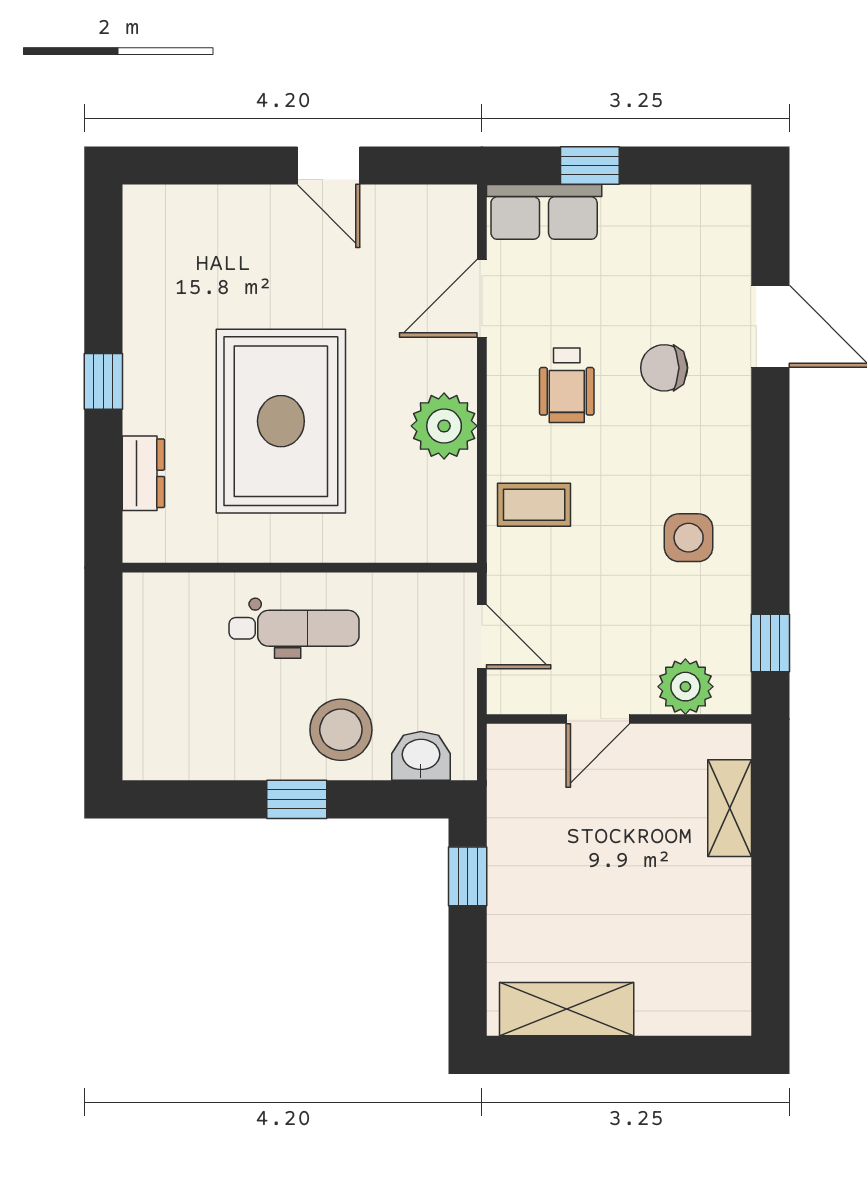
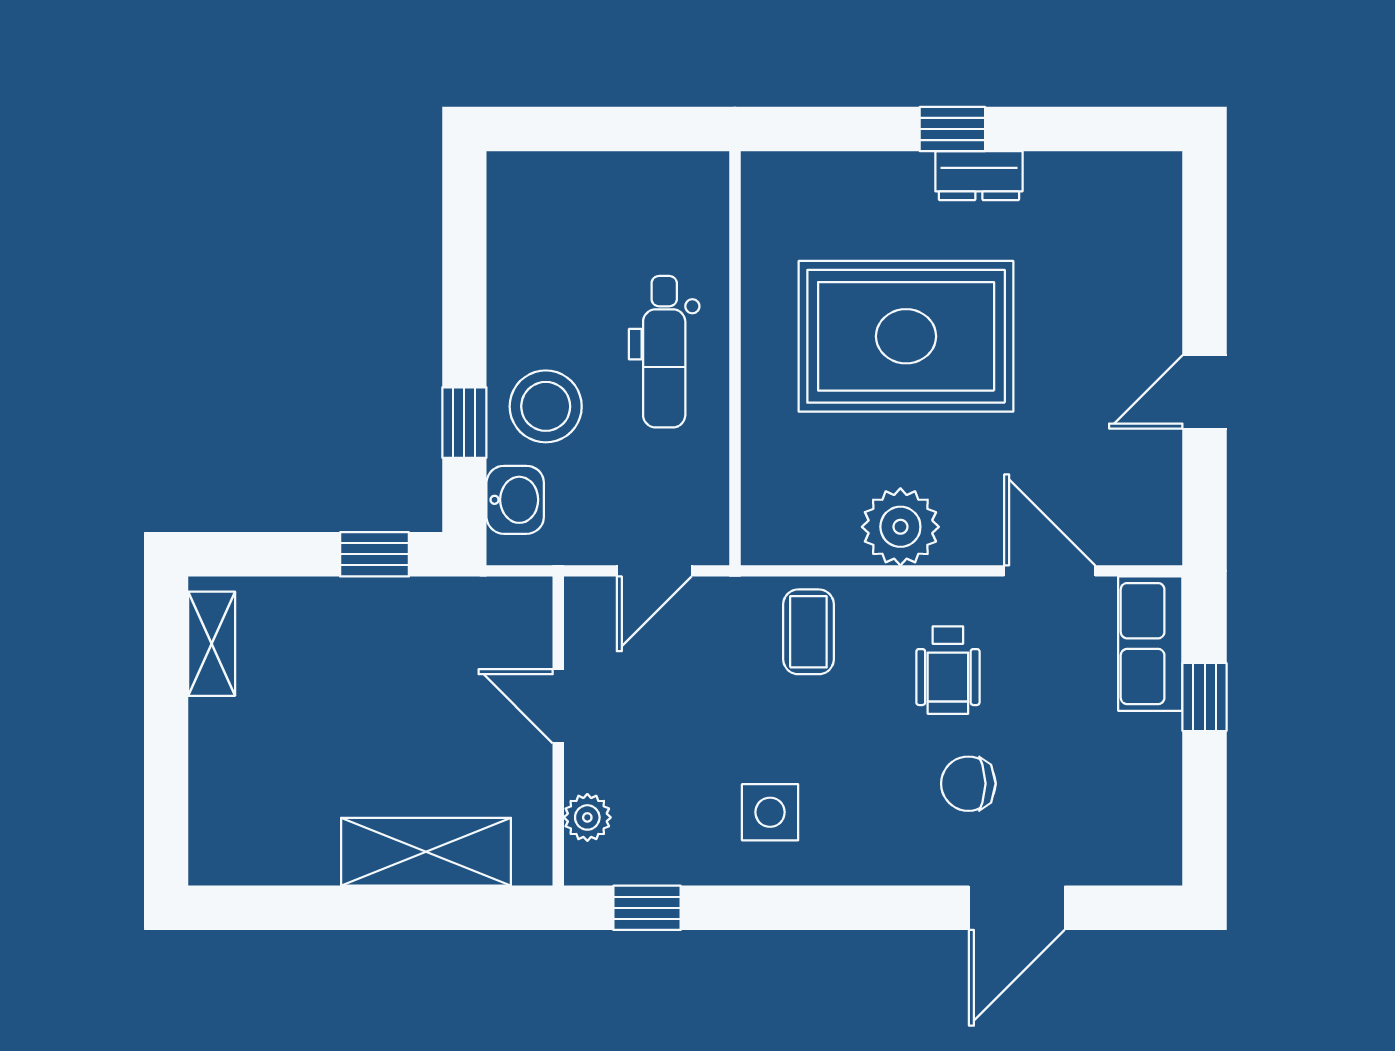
chair: (664, 368) -> (968, 784), turned -90
wheelchair: (567, 385) -> (948, 670), turned -90
dresser: (143, 473) -> (979, 176), moved
plant: (685, 687) -> (587, 817), width x0.73, depth x0.73
window: (297, 799) -> (464, 423), moved
shelving: (730, 808) -> (426, 852), width x1.50, depth x1.33
shelving: (567, 1009) -> (212, 644), width x0.67, depth x0.75

